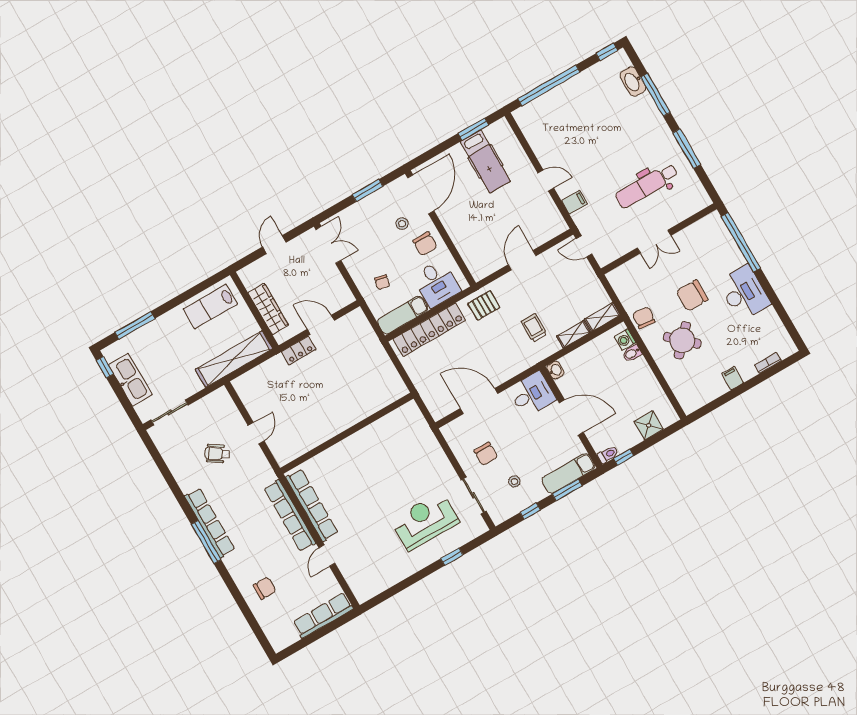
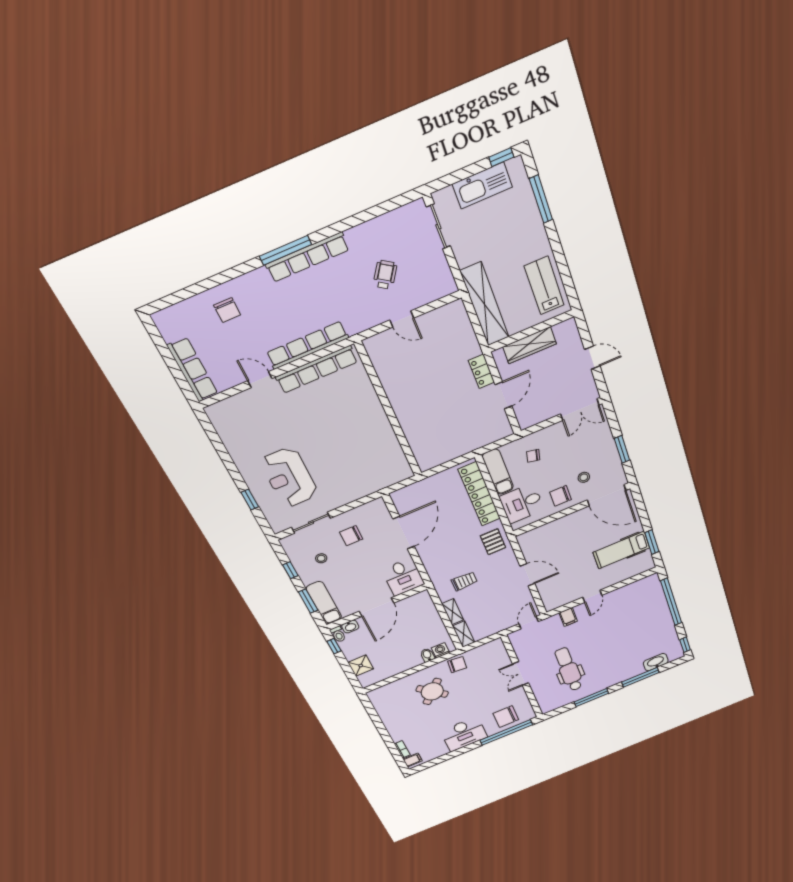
chair: (692, 295) -> (506, 717), moved, turned -90
washbasin: (555, 370) -> (350, 627), moved
filing cabinet: (733, 378) -> (413, 760), moved
reception desk: (425, 521) -> (289, 477), turned 180

